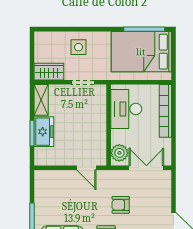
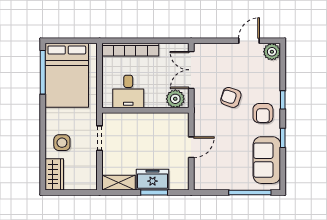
wardrobe: (49, 72) -> (54, 174), moved, turned 180
desk: (126, 109) -> (128, 91), width x0.73
door: (86, 168) -> (191, 147), moved
armchair: (121, 205) -> (231, 97), turned 108

